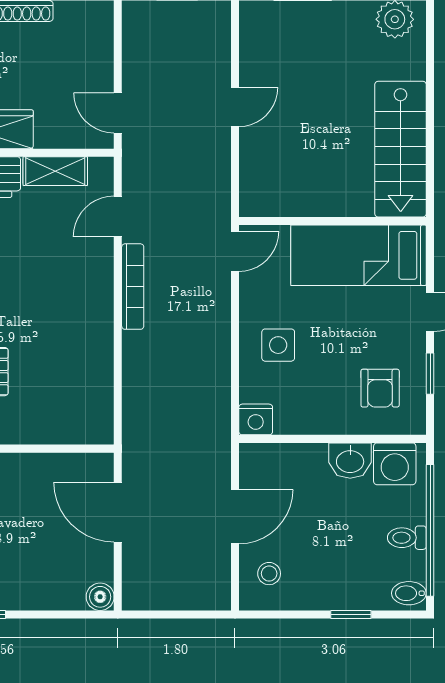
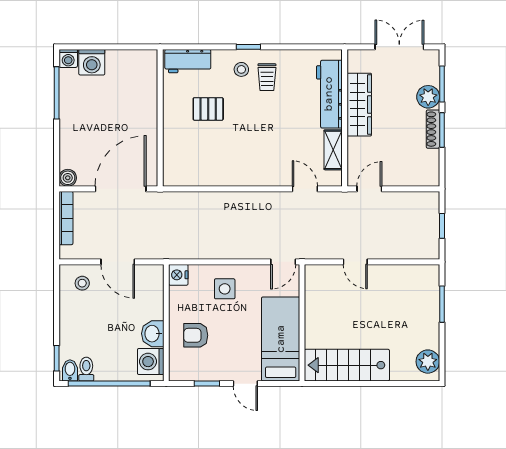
door: (235, 107) -> (355, 262), moved
door: (235, 251) -> (283, 262), hinge flipped
bookcase: (133, 287) -> (66, 218), moved, turned -90
armchair: (380, 388) -> (196, 335), moved
door: (118, 512) -> (121, 189), width x1.36
toilet: (407, 538) -> (86, 369), moved
window: (351, 614) -> (57, 358), moved

